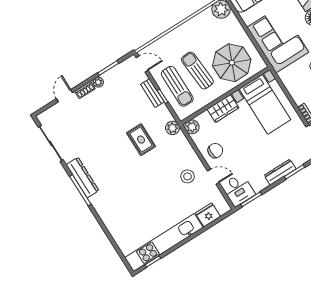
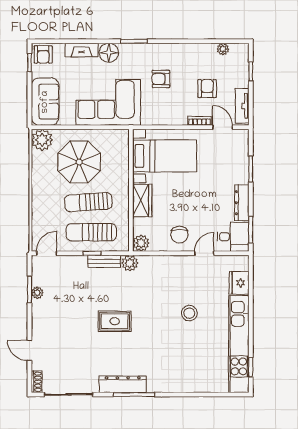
parasol: (232, 63) -> (79, 162), moved
plant: (98, 82) -> (37, 293), moved
sun lounger: (177, 86) -> (91, 232), turned 180
shoe rack: (85, 90) -> (37, 382), moved
bench: (152, 93) -> (104, 261), moved
rug: (141, 140) -> (115, 321), moved
chair: (215, 151) -> (179, 235), turned 180
dresser: (280, 172) -> (242, 203), moved
stool: (187, 176) -> (189, 313), moved

